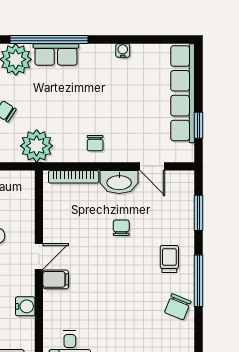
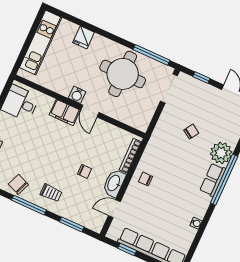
plant: (37, 146) -> (160, 141), removed
filing cabinet: (56, 279) -> (65, 112), width x2.00
water cooler: (25, 306) -> (77, 95), moved

